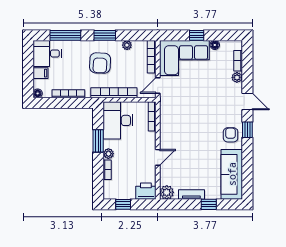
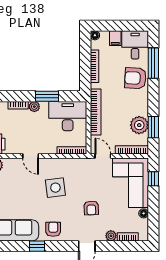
window: (105, 35) -> (153, 127), moved
window: (197, 35) -> (153, 179), moved
plant: (127, 45) -> (139, 125), width x1.87, depth x1.87
armchair: (100, 63) -> (135, 78), moved
armchair: (209, 97) -> (91, 208), added
window: (247, 130) -> (37, 246), moved
side table: (189, 133) -> (55, 188), added
armchair: (231, 135) -> (53, 229), turned -90

